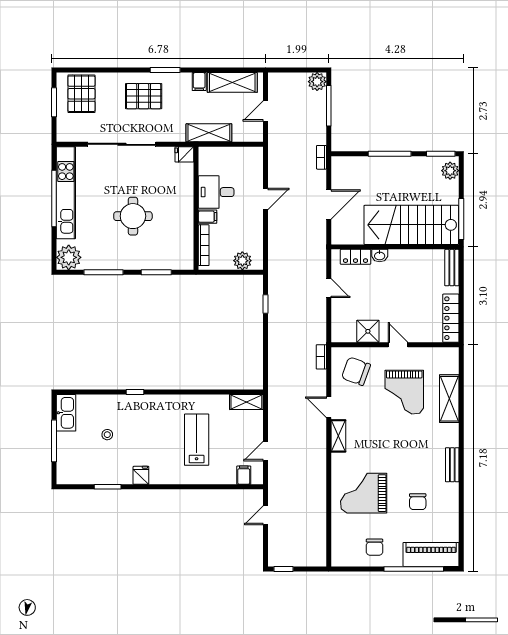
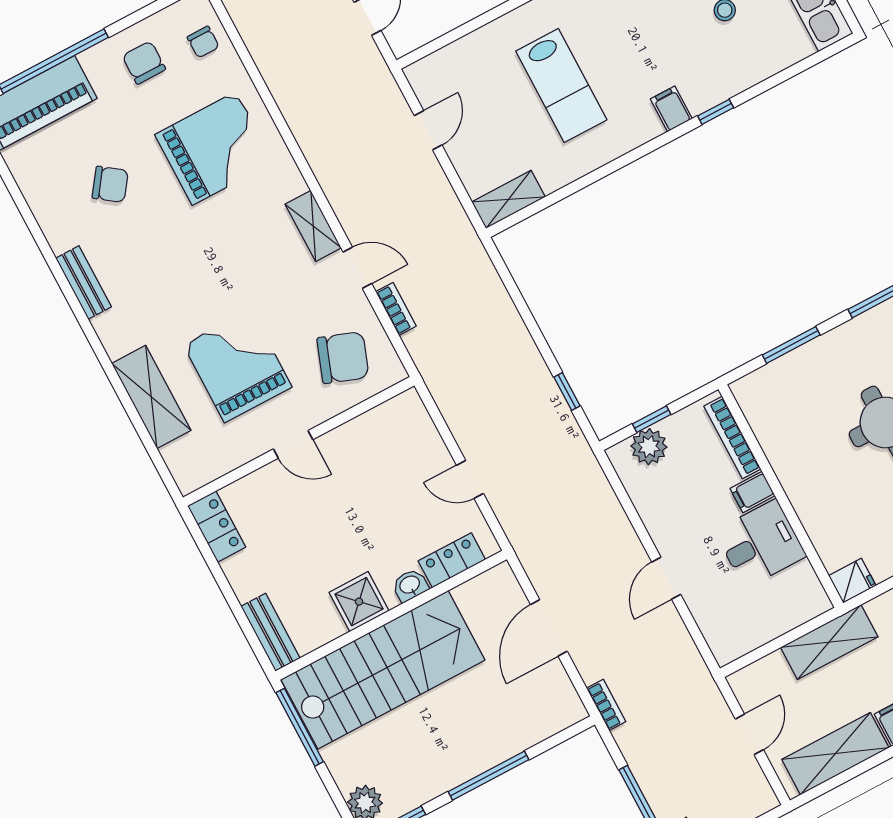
window: (235, 272) -> (652, 419), added
locker: (451, 318) -> (217, 527), width x0.66
shower: (368, 331) -> (359, 602), moved
bookcase: (321, 357) -> (396, 309), moved
filing cabinet: (244, 475) -> (671, 109), moved, turned 180
chair: (418, 502) -> (110, 184), turned 126
chair: (344, 542) -> (203, 42), added

